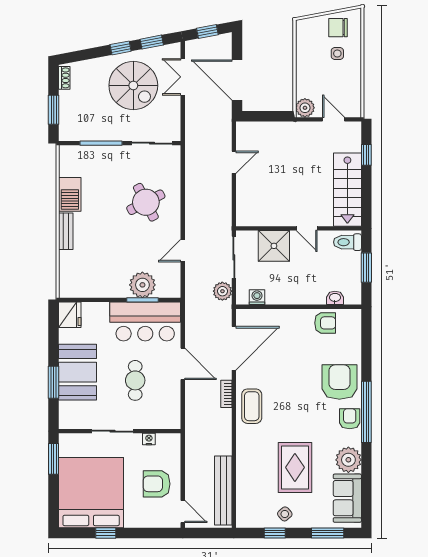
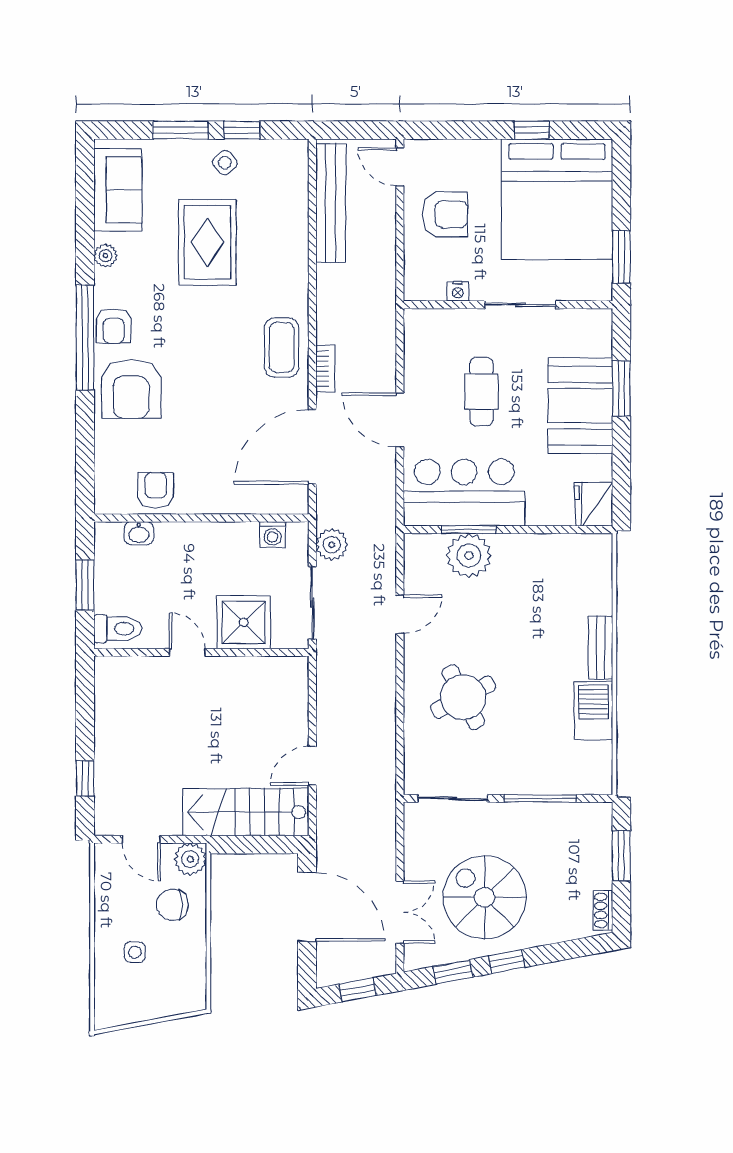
chair: (338, 28) -> (172, 905), moved, turned 180
stairs: (347, 190) -> (246, 812), moved, turned -90
armchair: (325, 323) -> (156, 490), turned 90
plant: (348, 460) -> (106, 256), width x0.53, depth x0.53
window: (328, 533) -> (181, 130), moved

